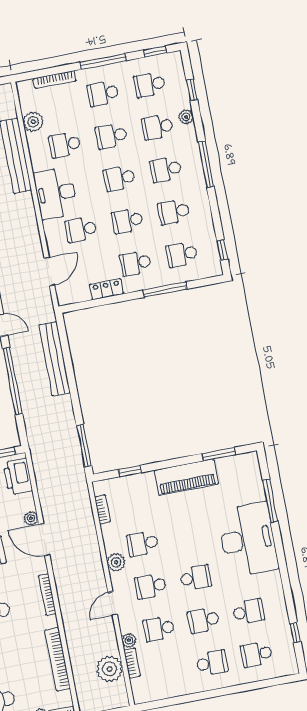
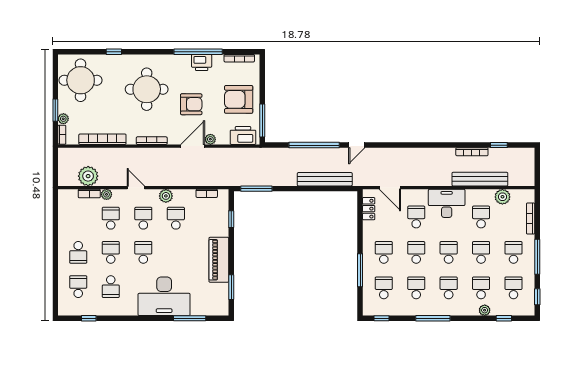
window: (206, 164) -> (433, 318), moved
locker: (107, 289) -> (369, 209), moved
school desk: (196, 578) -> (143, 252), turned 180

